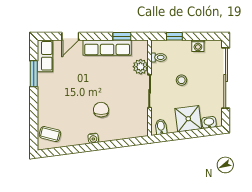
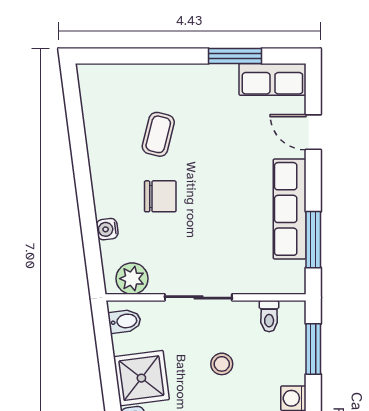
window: (122, 36) -> (313, 240), width x1.50
window: (174, 36) -> (313, 349), width x1.50
plant: (141, 67) -> (132, 279), moved
coffee table: (50, 134) -> (158, 134), moved
water cooler: (93, 138) -> (107, 229), moved

